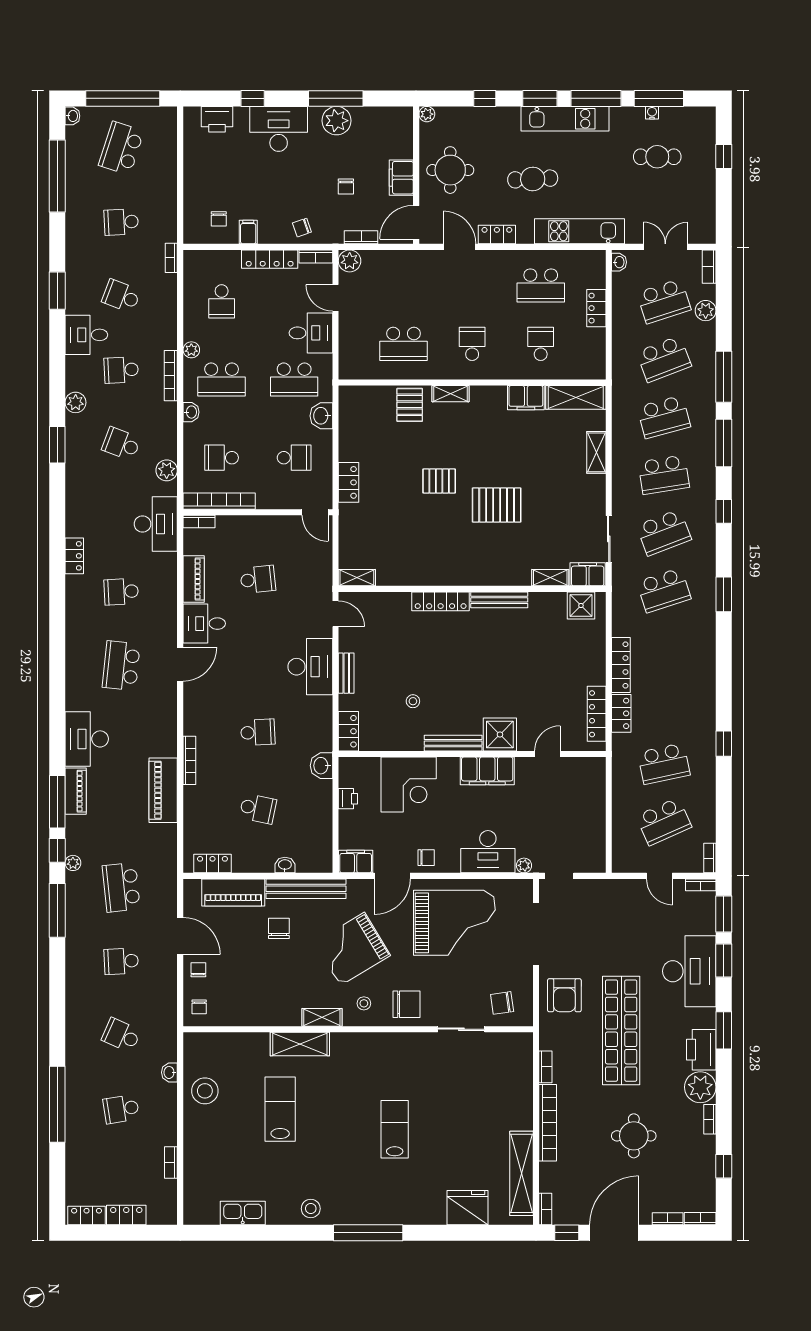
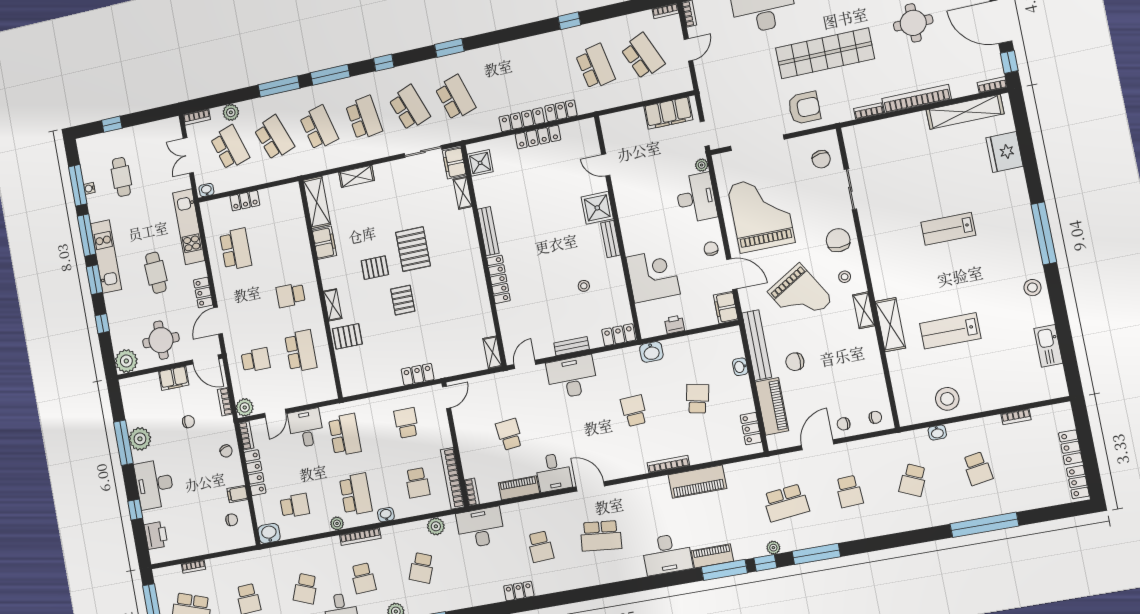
plant: (427, 114) -> (126, 361), width x1.88, depth x1.88
bookcase: (171, 258) -> (193, 567), moved
school desk: (541, 344) -> (256, 360), moved, turned 180
washbasin: (321, 416) -> (269, 533), moved, turned 180
pallet: (484, 454) -> (375, 268), added
locker: (597, 714) -> (538, 137), moved
bench: (453, 743) -> (610, 239), width x0.73
filing cabinet: (487, 771) -> (668, 113), moved, turned 90

